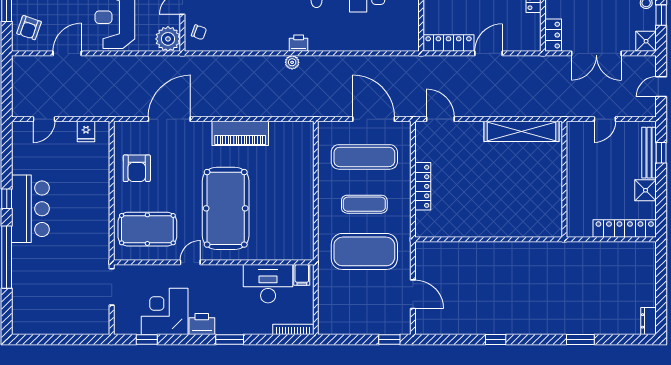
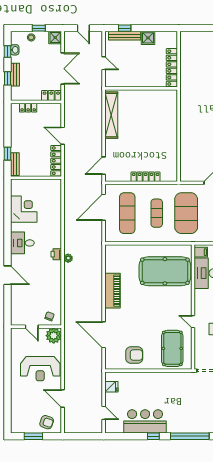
pool table: (226, 208) -> (165, 271), moved
bar counter: (30, 209) -> (145, 421), moved
locker: (625, 228) -> (172, 68), moved

